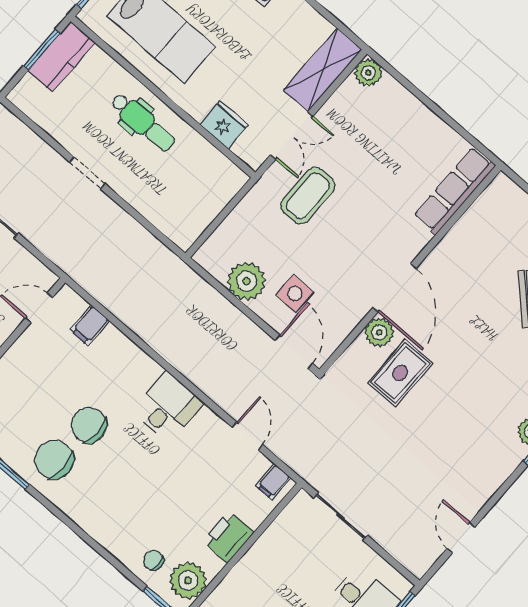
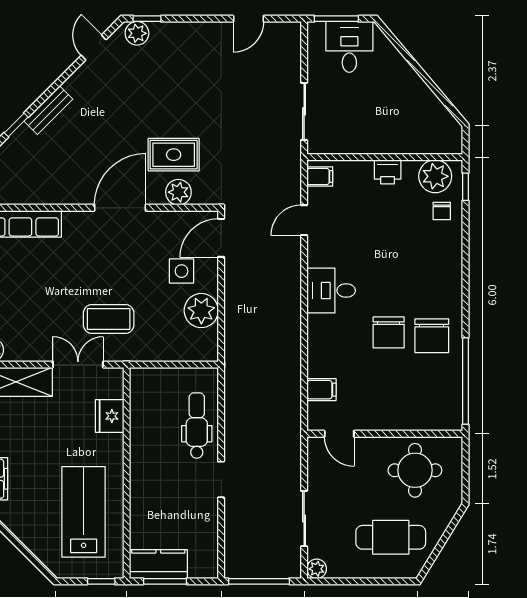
dental chair: (143, 122) -> (197, 426), moved
plant: (379, 332) -> (178, 192), moved
printer: (228, 537) -> (388, 172), width x0.73, depth x0.81

